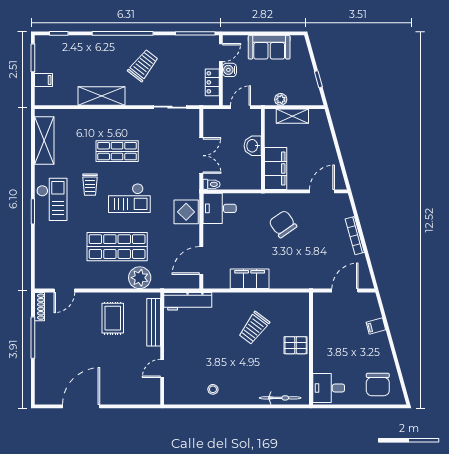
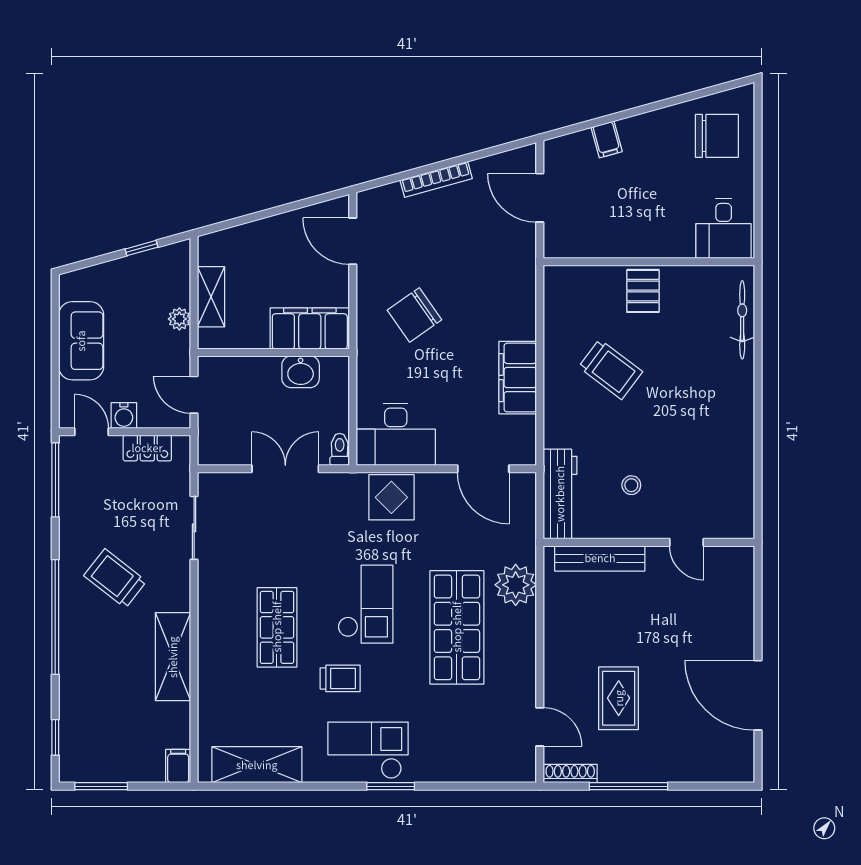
filing cabinet: (43, 80) -> (178, 766), moved
washbasin: (253, 146) -> (301, 372), moved
desk: (220, 208) -> (396, 434), width x1.37
rug: (113, 318) -> (619, 698), moved, turned 90
stool: (213, 389) -> (631, 485), moved

